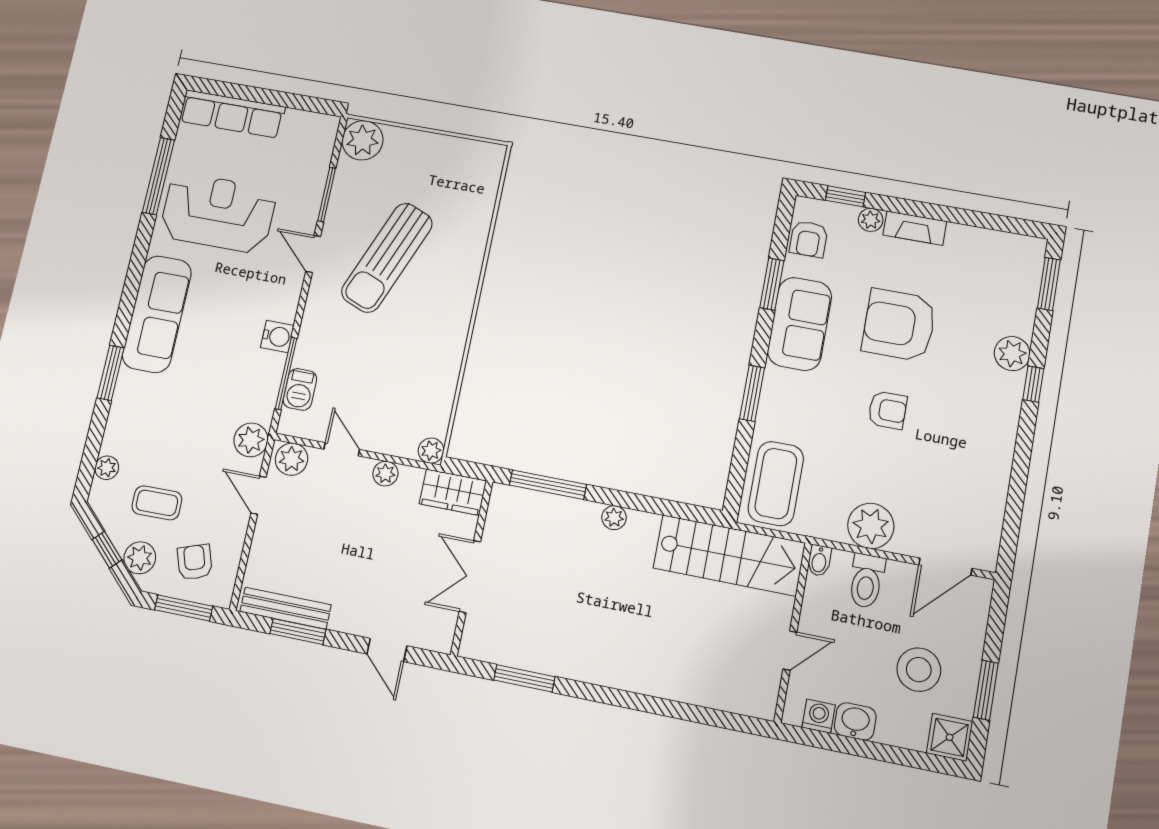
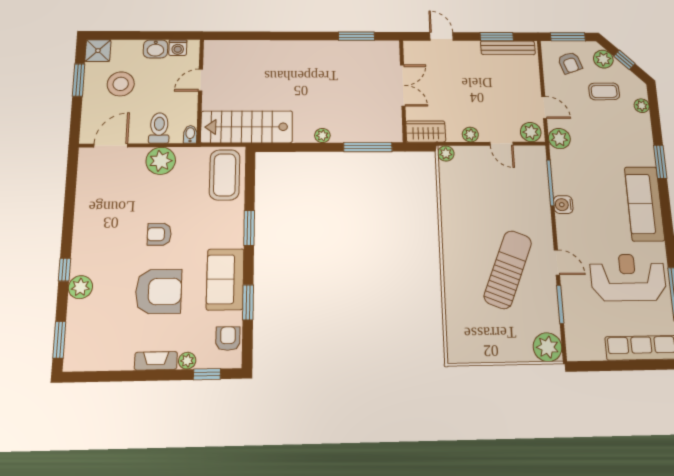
reception desk: (218, 213) -> (628, 277), turned 180
barbecue: (300, 389) -> (539, 175), removed

